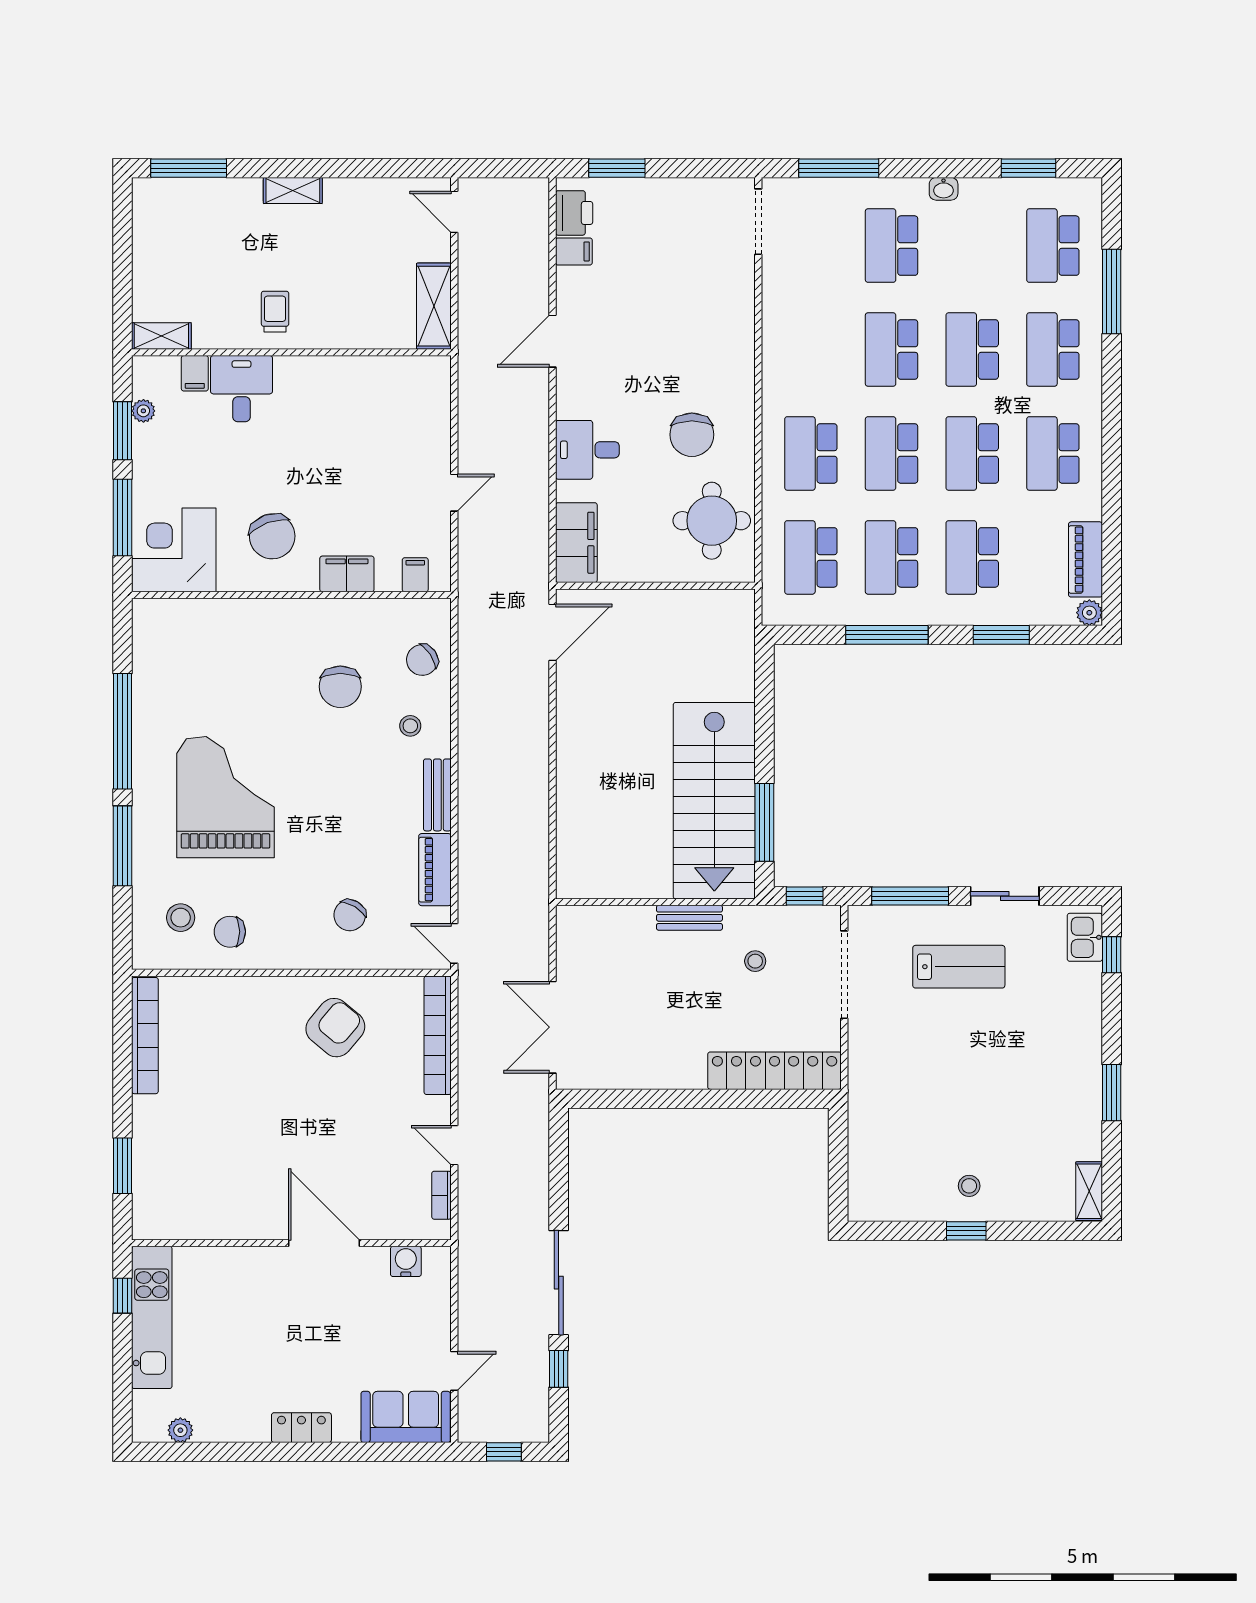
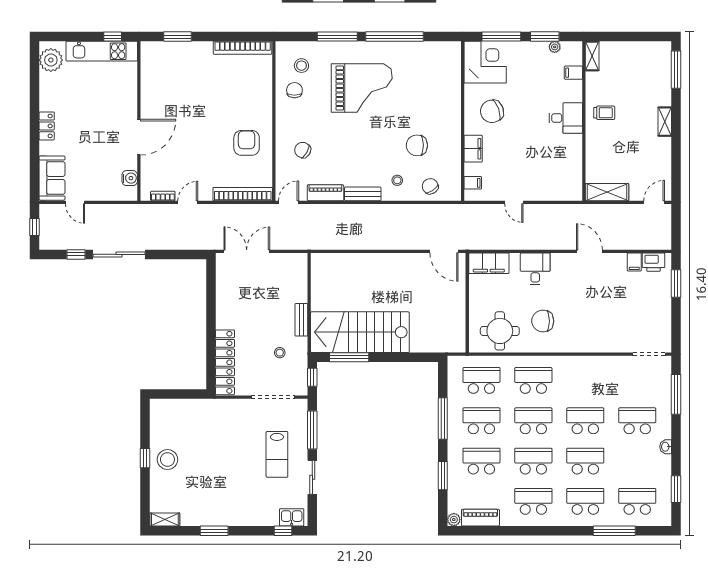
desk: (242, 389) -> (566, 118), moved
armchair: (335, 1028) -> (247, 143), turned -130
stool: (969, 1186) -> (167, 460), width x1.89, depth x1.89
plant: (180, 1430) -> (51, 60), width x1.87, depth x1.87

